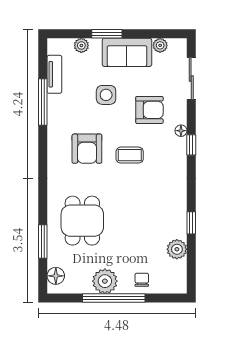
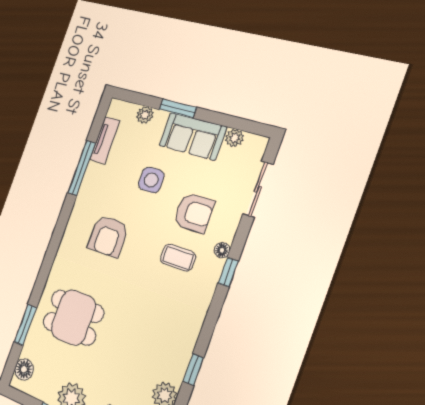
coffee table: (130, 155) -> (178, 258), moved
dining table: (82, 221) -> (73, 318), turned 90

